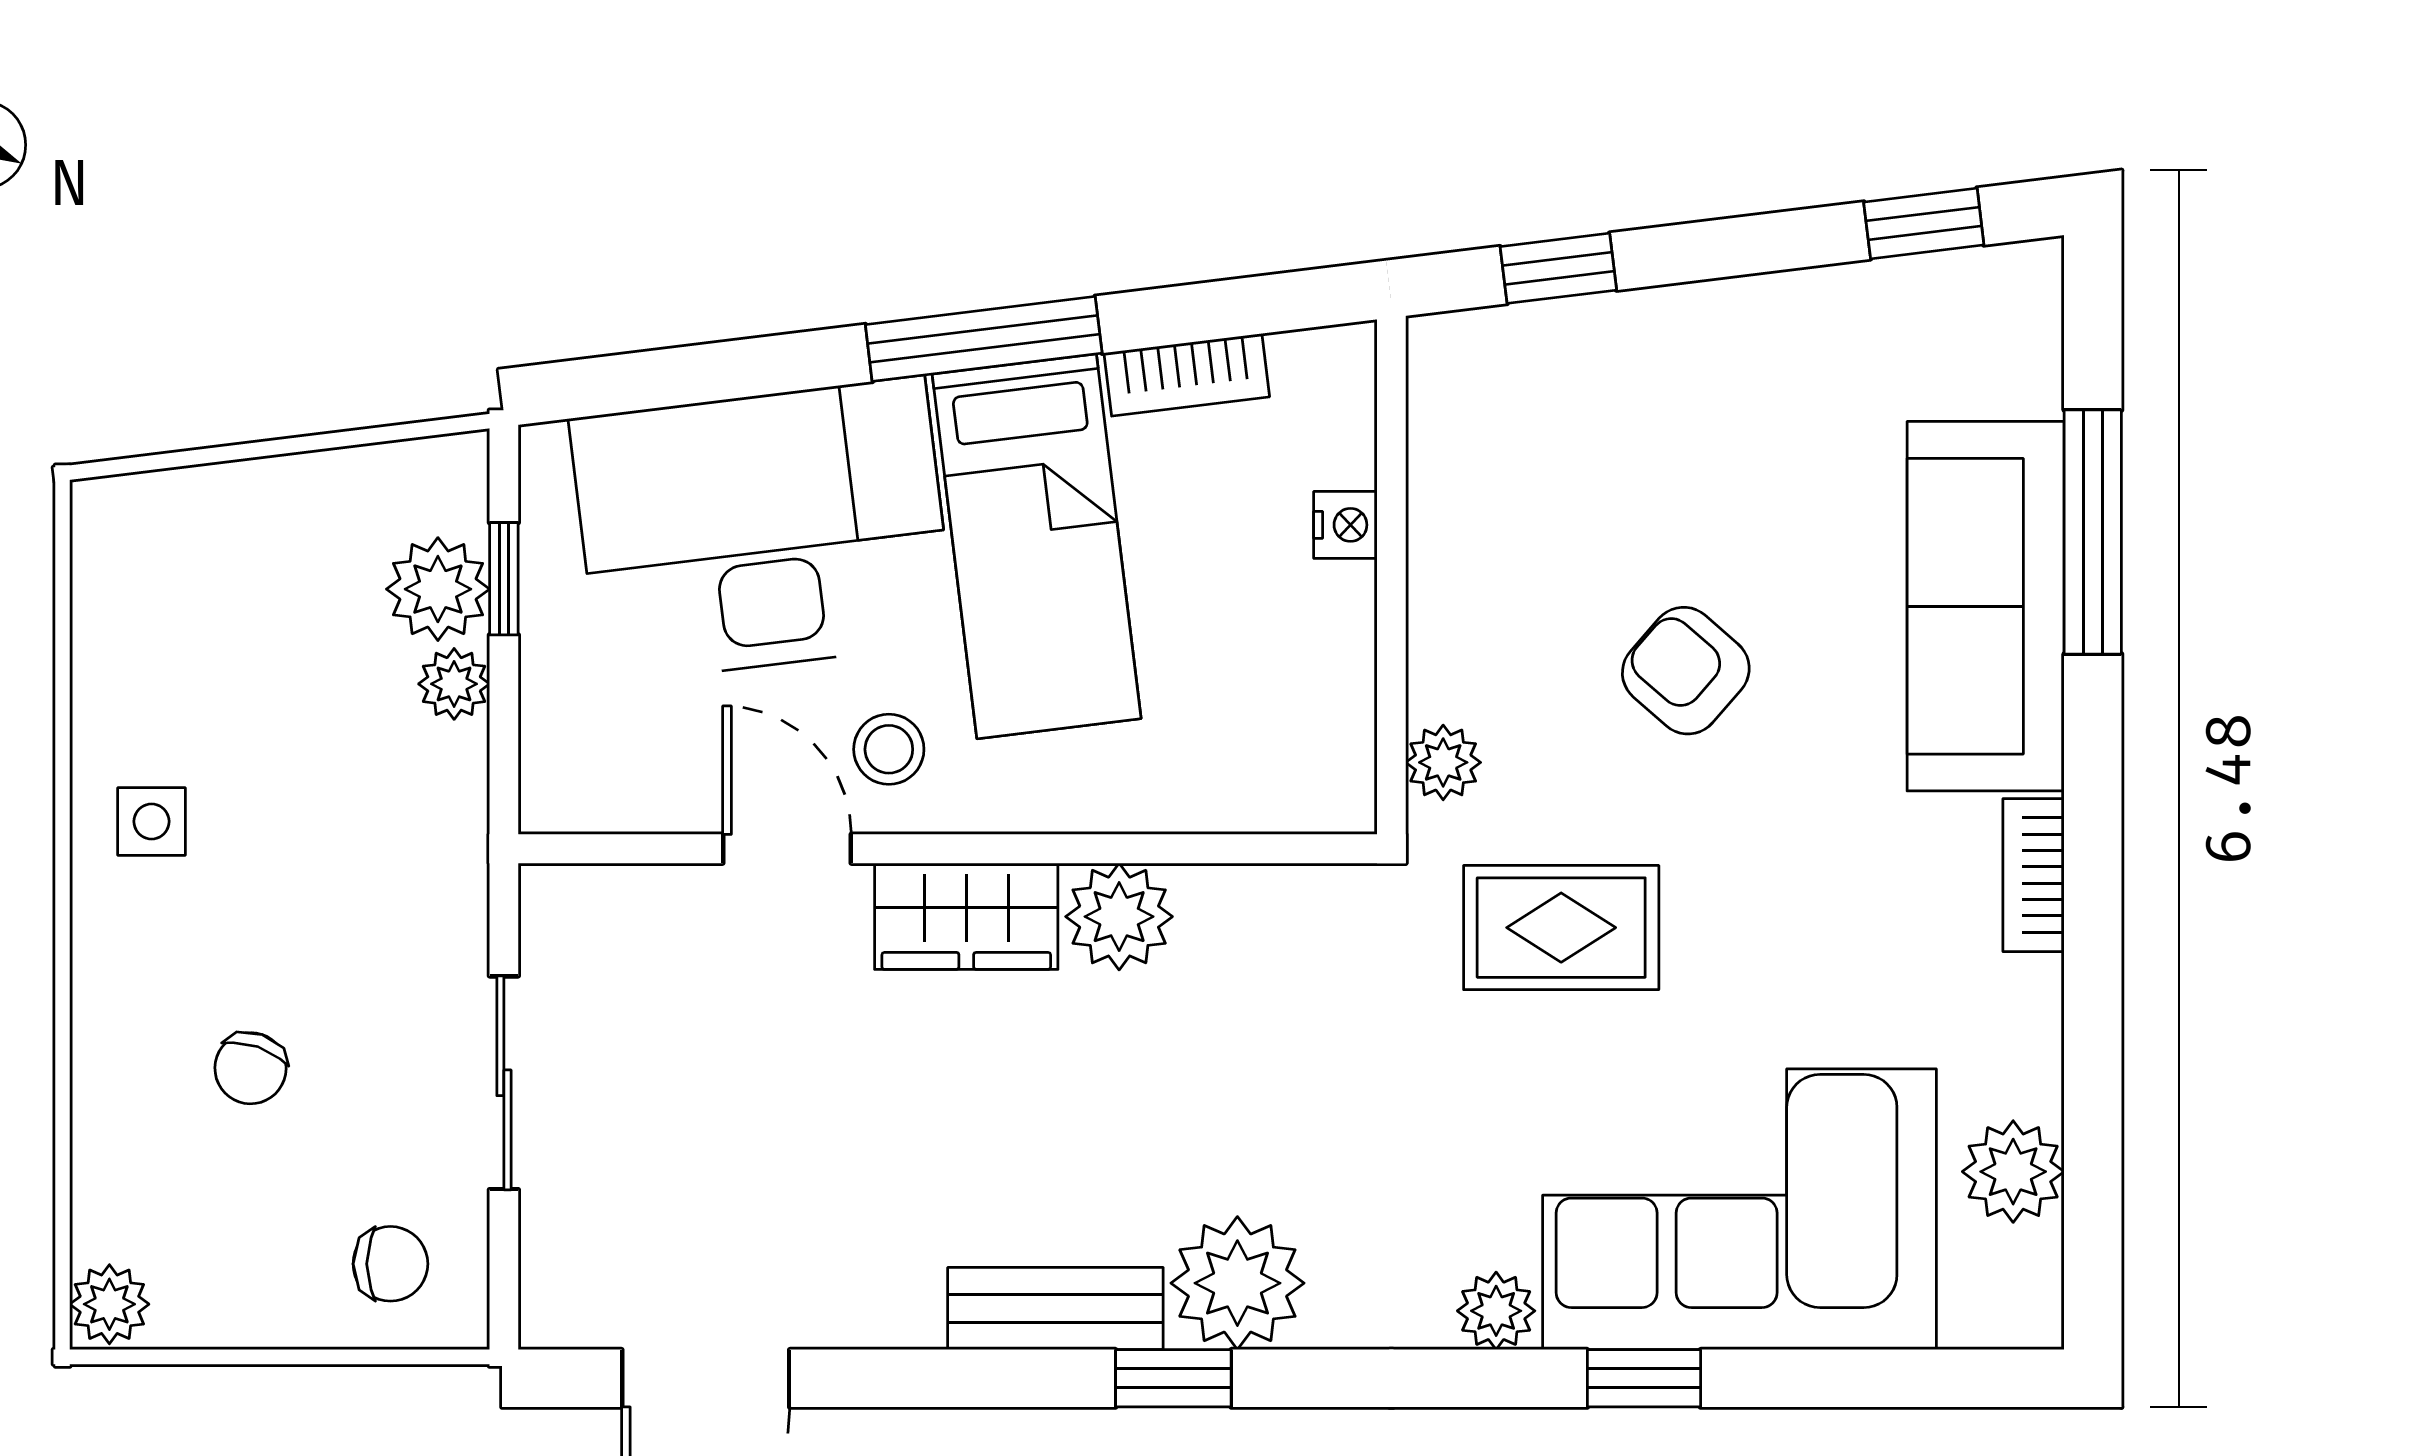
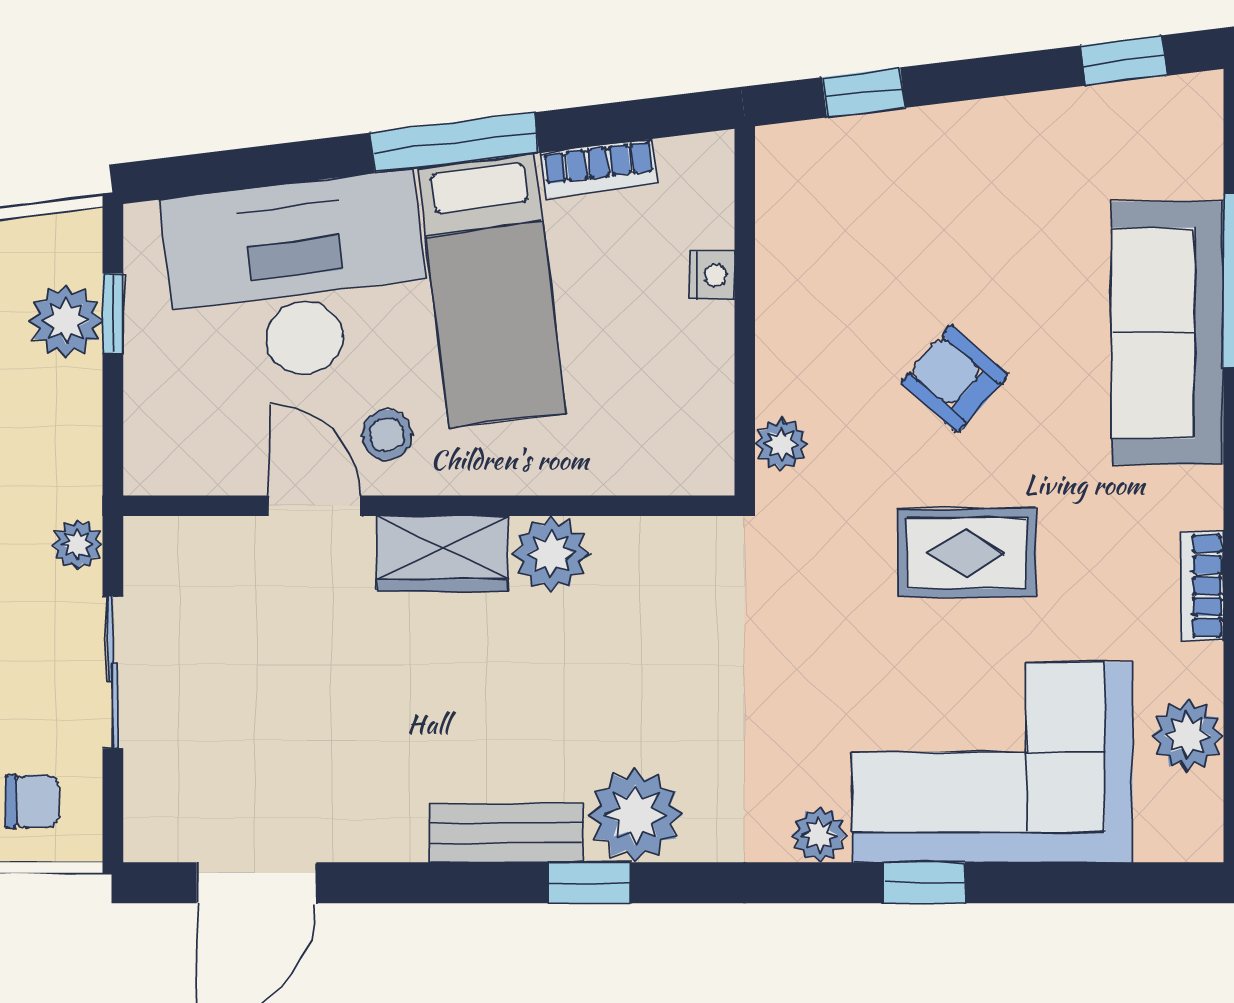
plant: (454, 684) -> (77, 544), moved
bookcase: (2034, 875) -> (1202, 586), moved
rug: (1561, 928) -> (967, 553), moved

